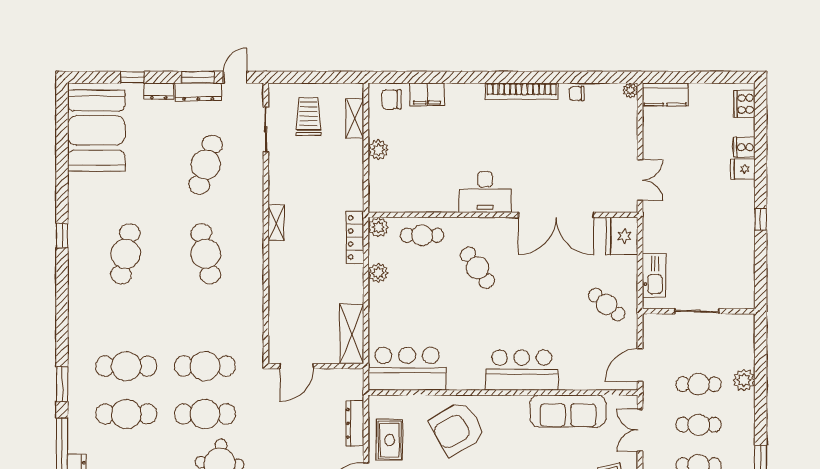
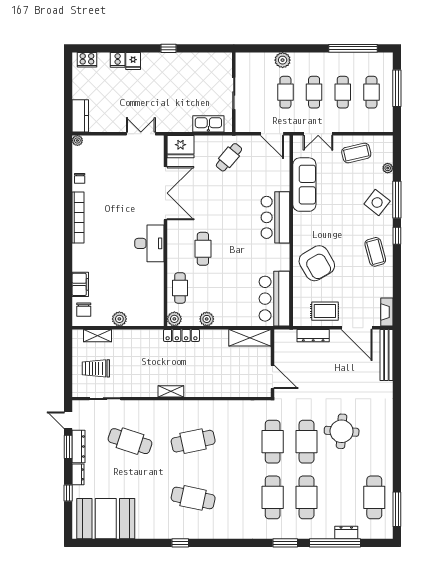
cafe table: (477, 268) -> (203, 249), turned -55

